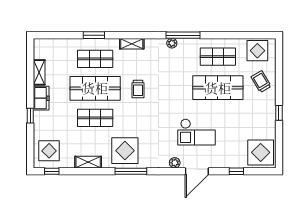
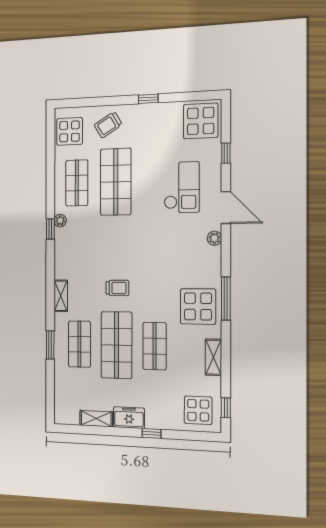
window: (183, 35) -> (50, 229), width x0.46
plant: (172, 43) -> (60, 221), moved
checkout: (196, 132) -> (182, 187), moved

